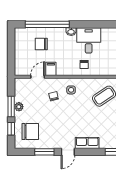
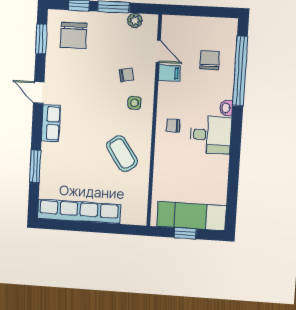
plant: (19, 107) -> (135, 20), moved
window: (44, 152) -> (41, 39), moved

